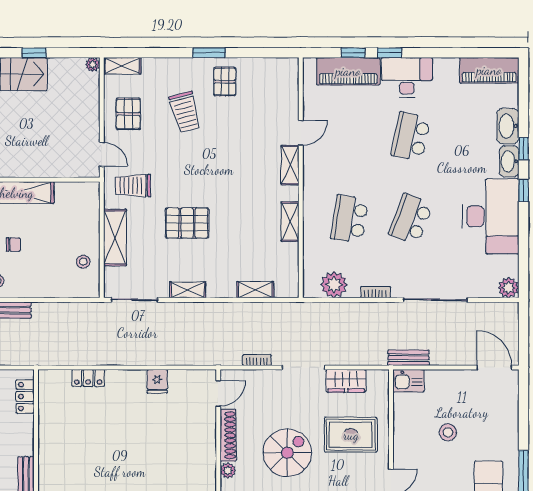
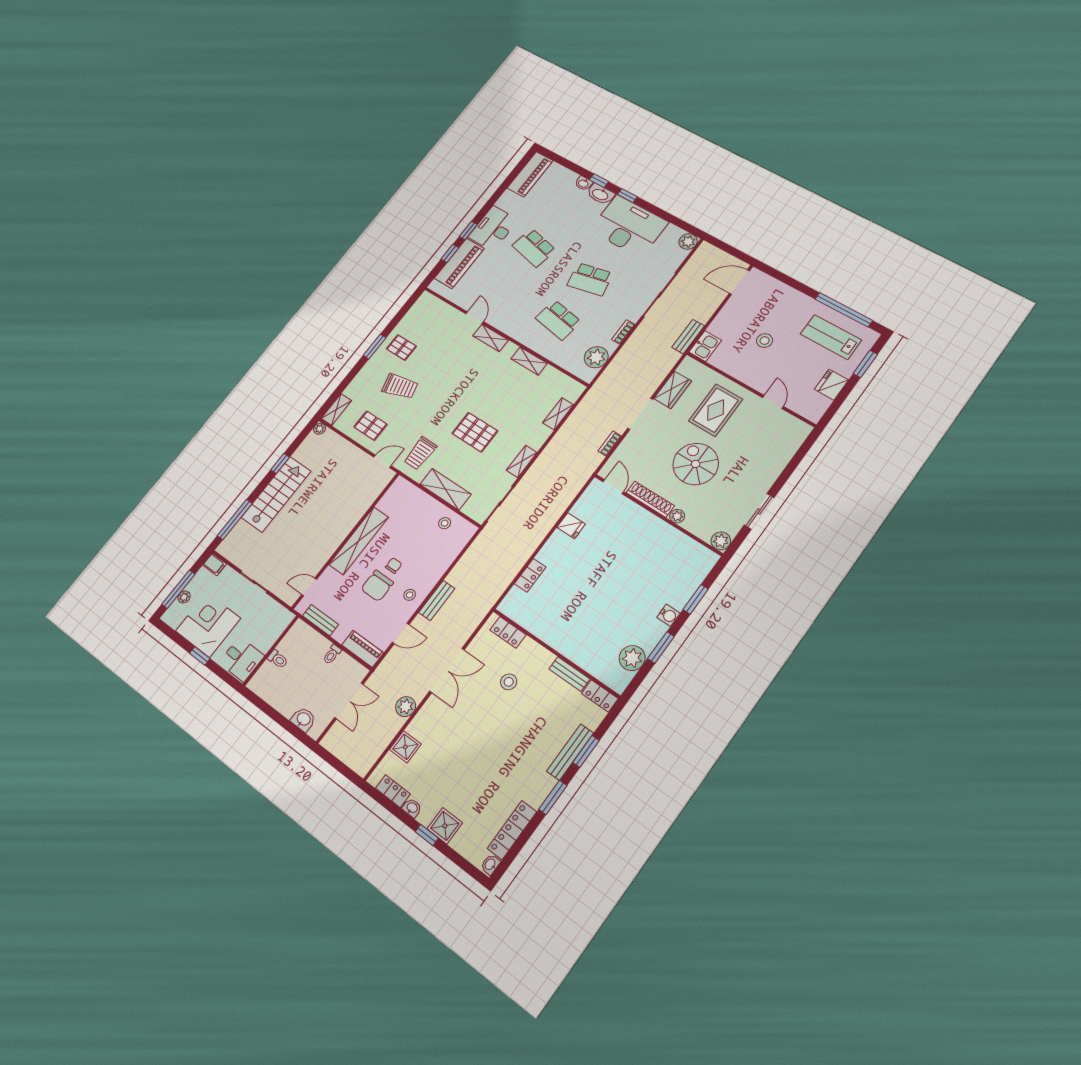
washbasin: (508, 126) -> (583, 183), width x0.52, depth x0.69
school desk: (411, 219) -> (590, 279), turned -33
pallet: (187, 223) -> (475, 432), turned 90

